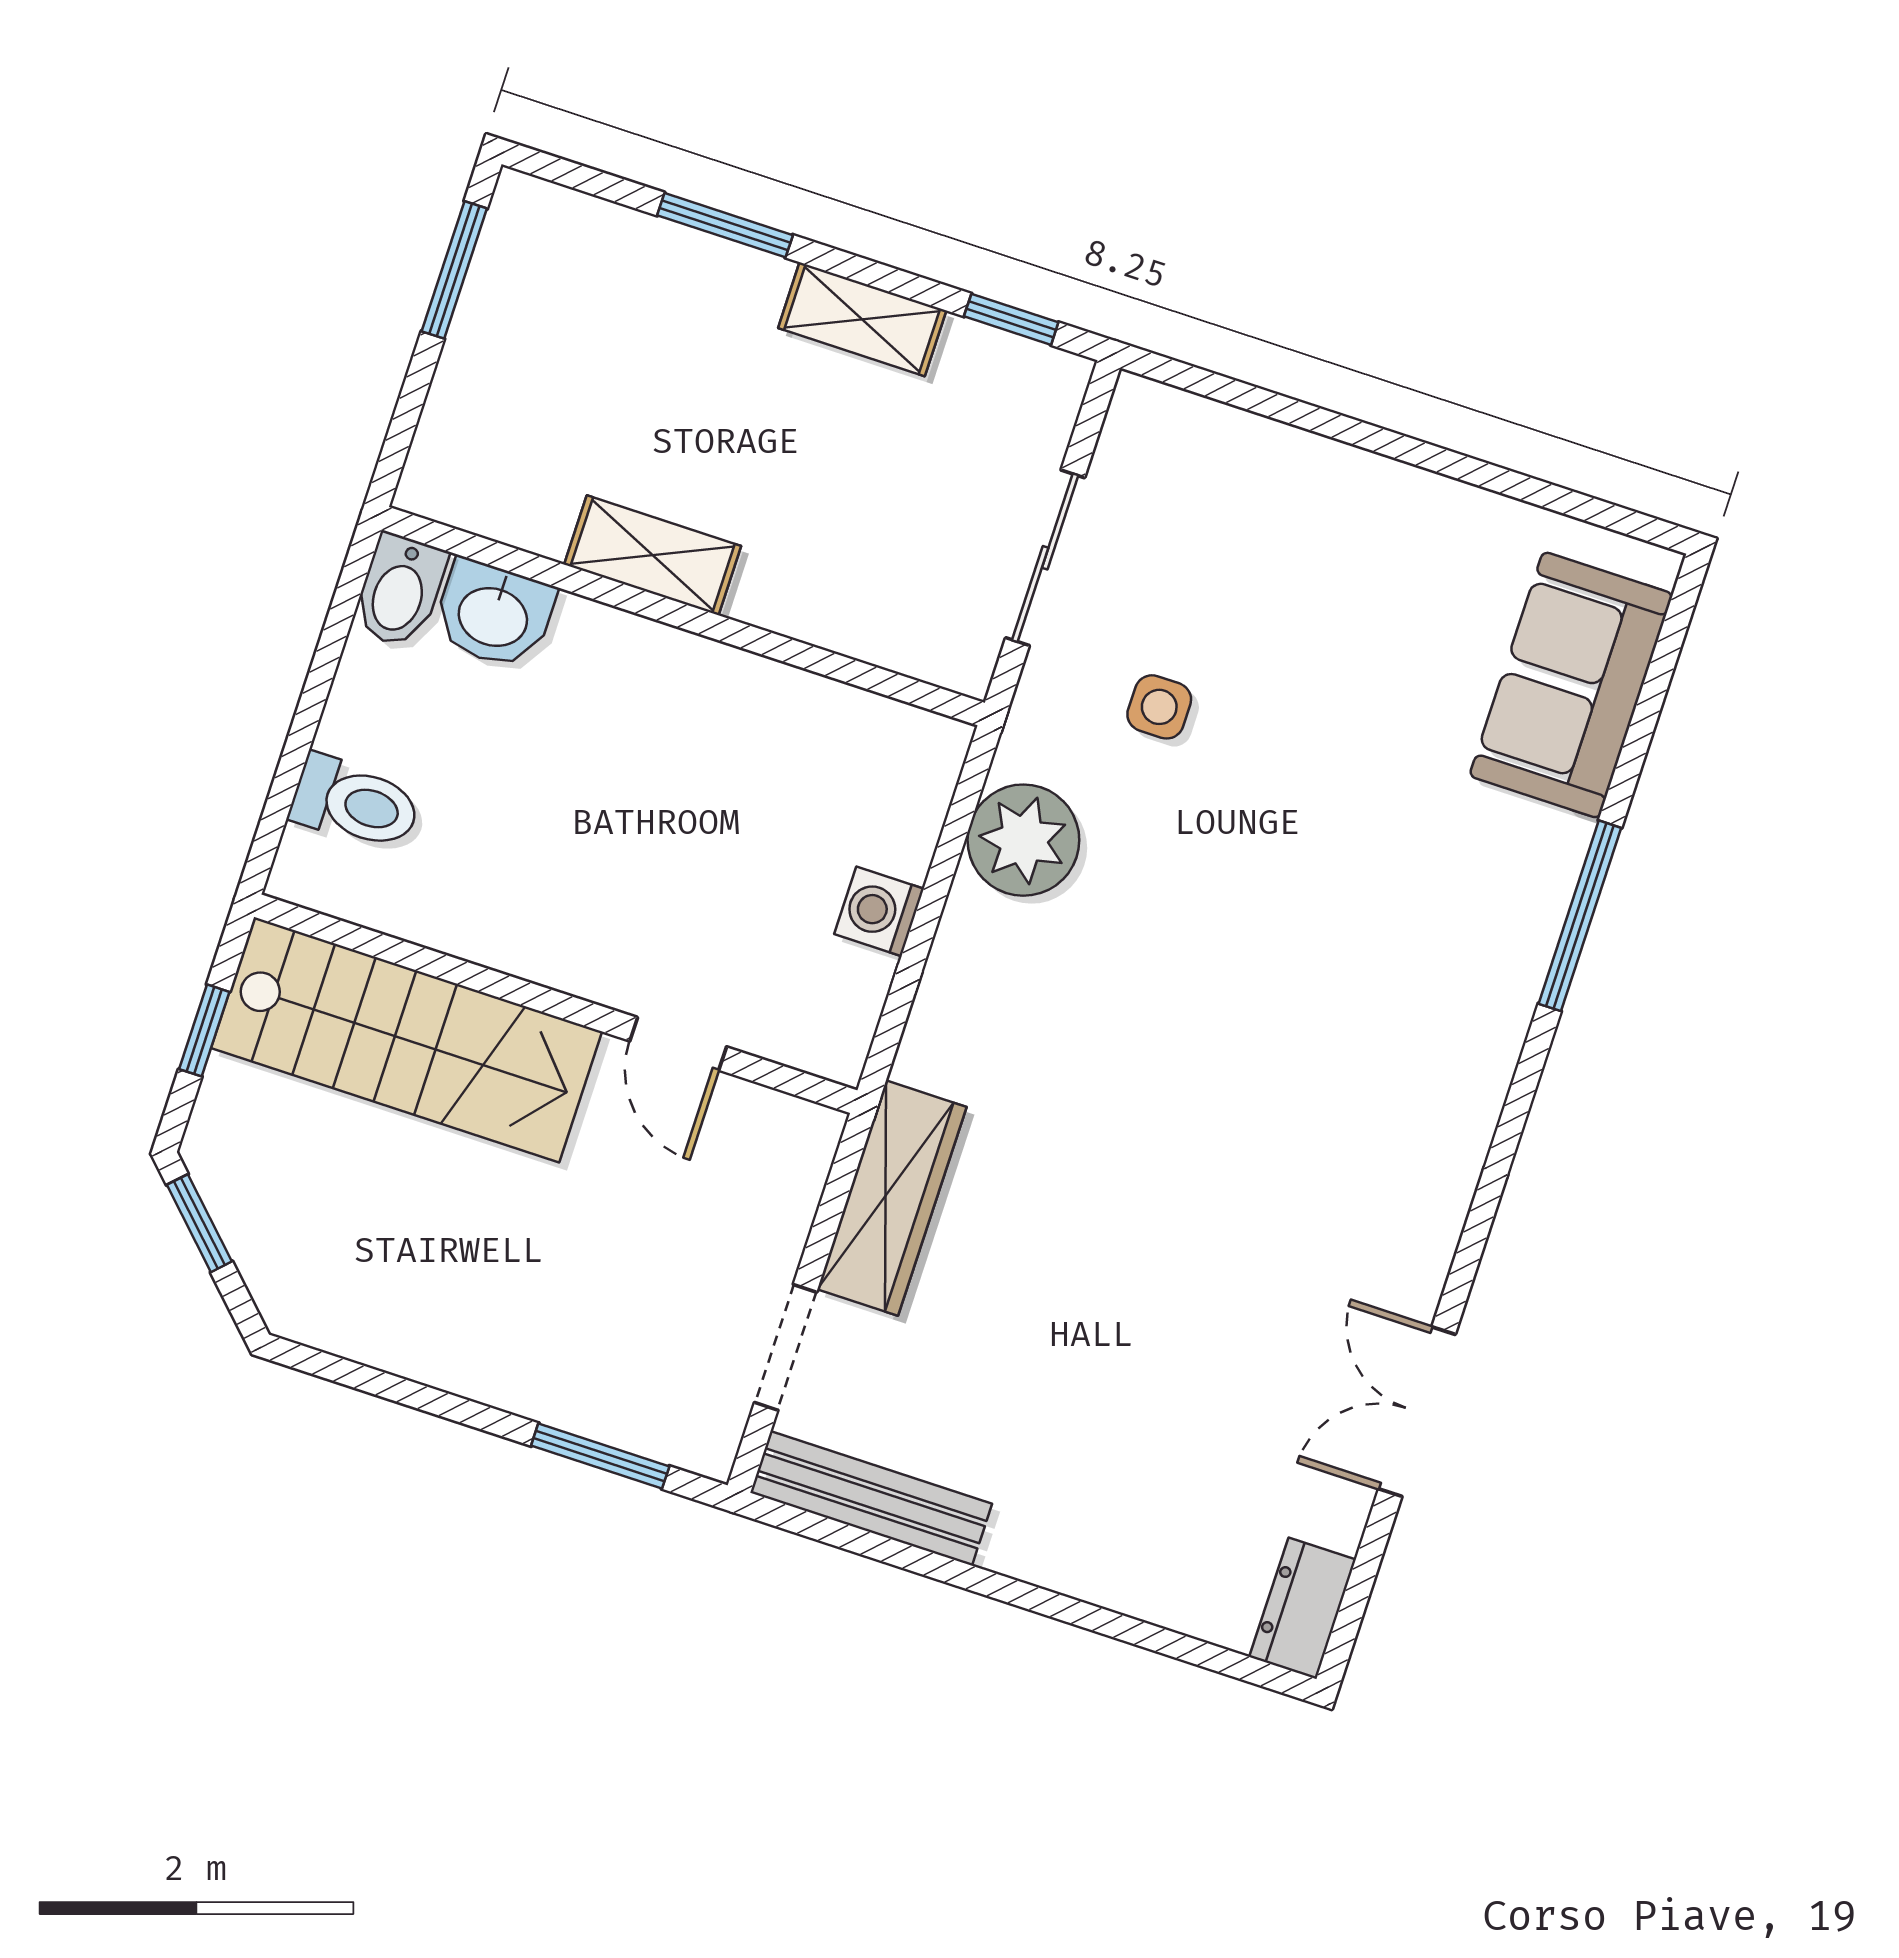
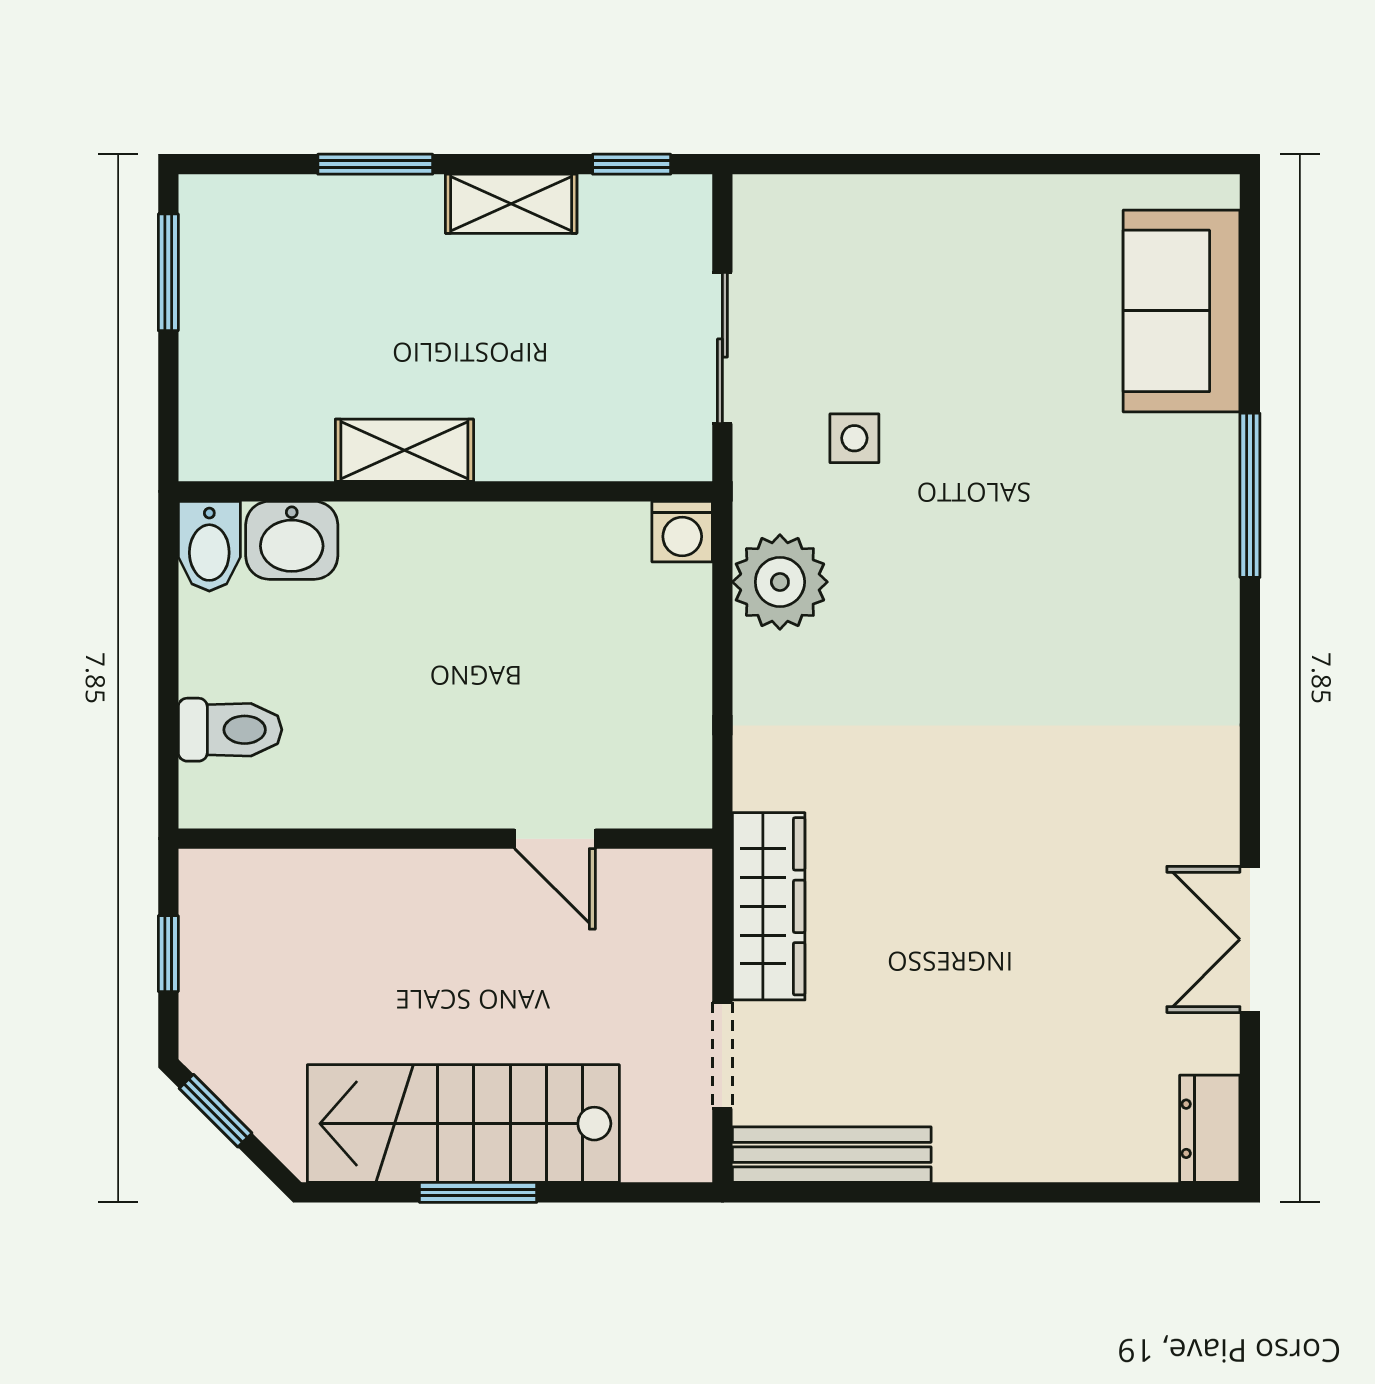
washing machine: (879, 911) -> (682, 532), moved, turned -90
stairs: (407, 1040) -> (463, 1124), moved, turned 180
window: (600, 1456) -> (478, 1192), moved

